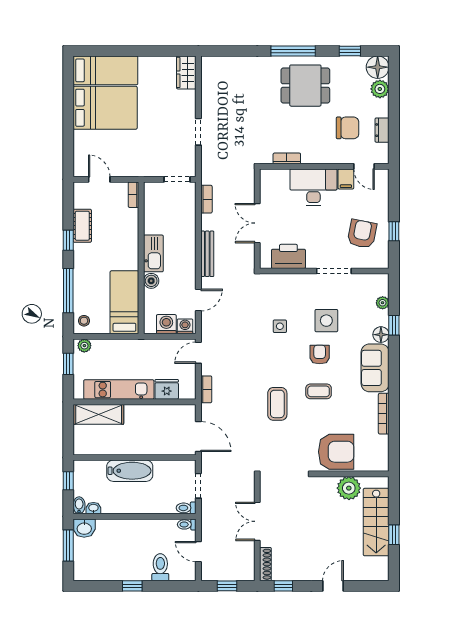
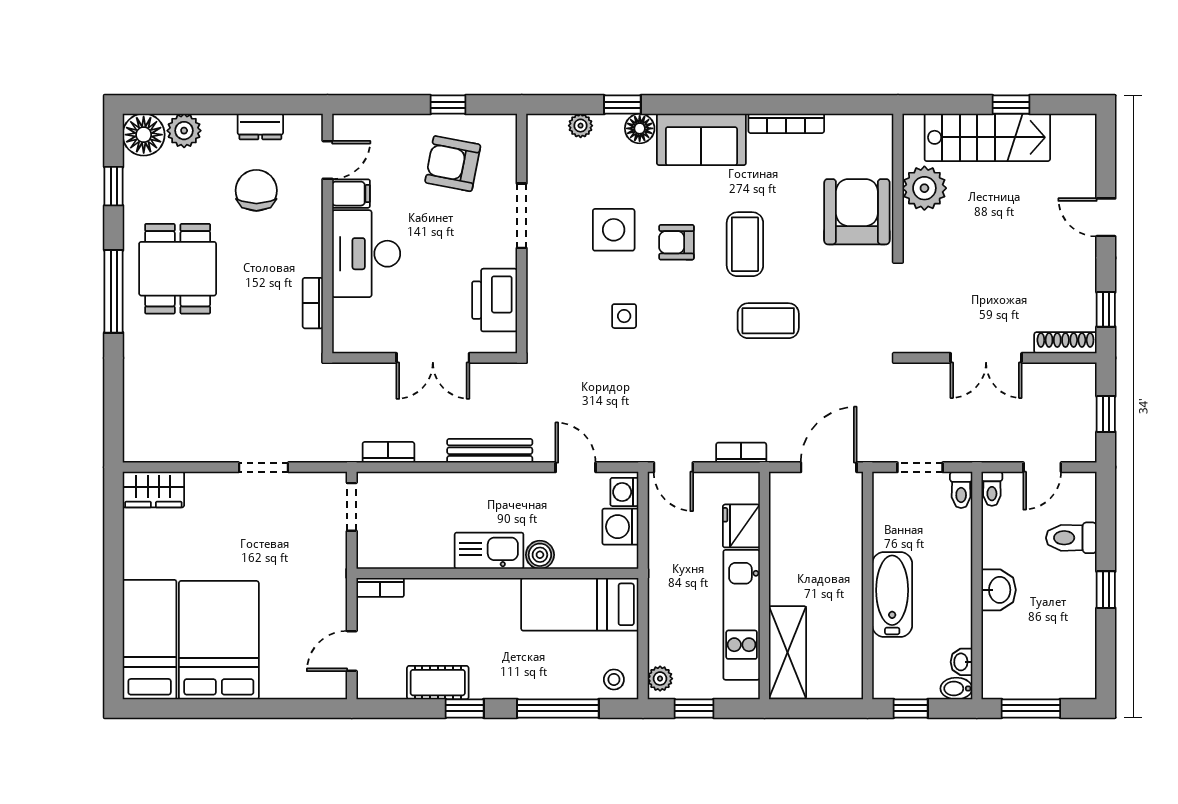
coffee table: (319, 391) -> (745, 244), width x1.36, depth x1.30
washbasin: (84, 528) -> (999, 590), moved

